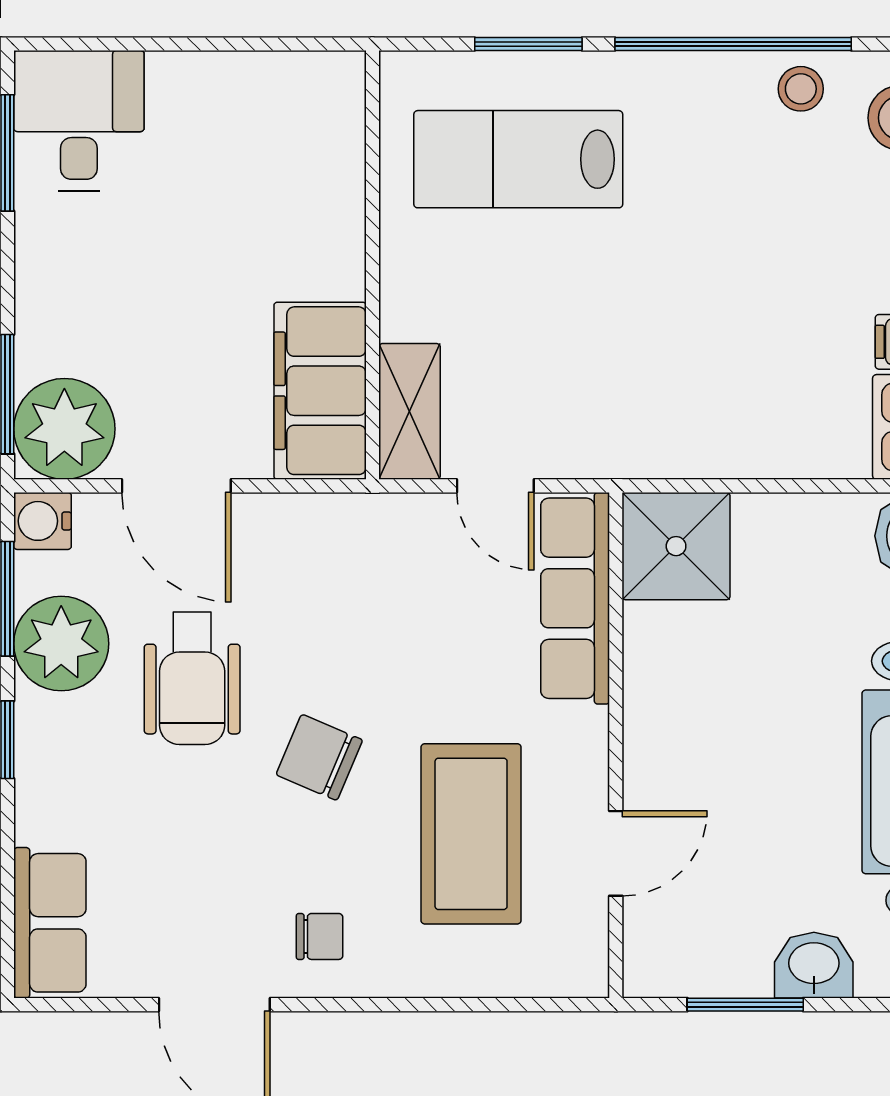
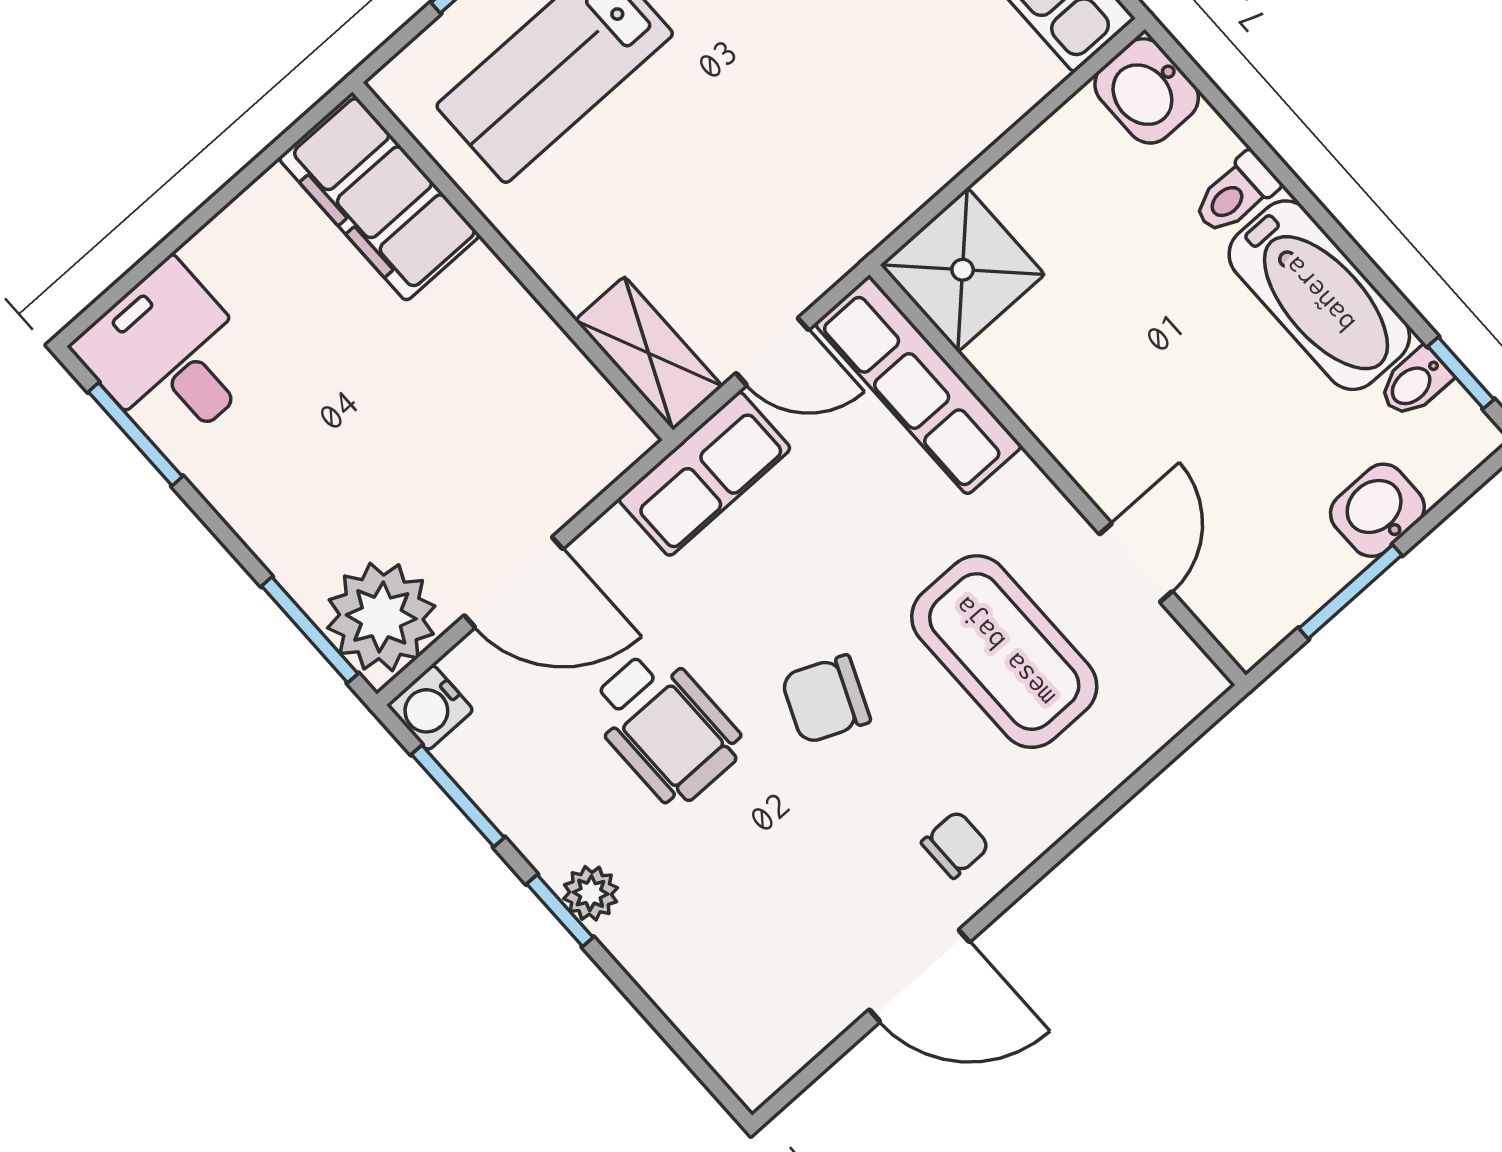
filing cabinet: (320, 391) -> (379, 197), moved
plant: (61, 644) -> (591, 893), moved, width x0.53, depth x0.53
row of seats: (50, 923) -> (704, 474), moved, turned 90

